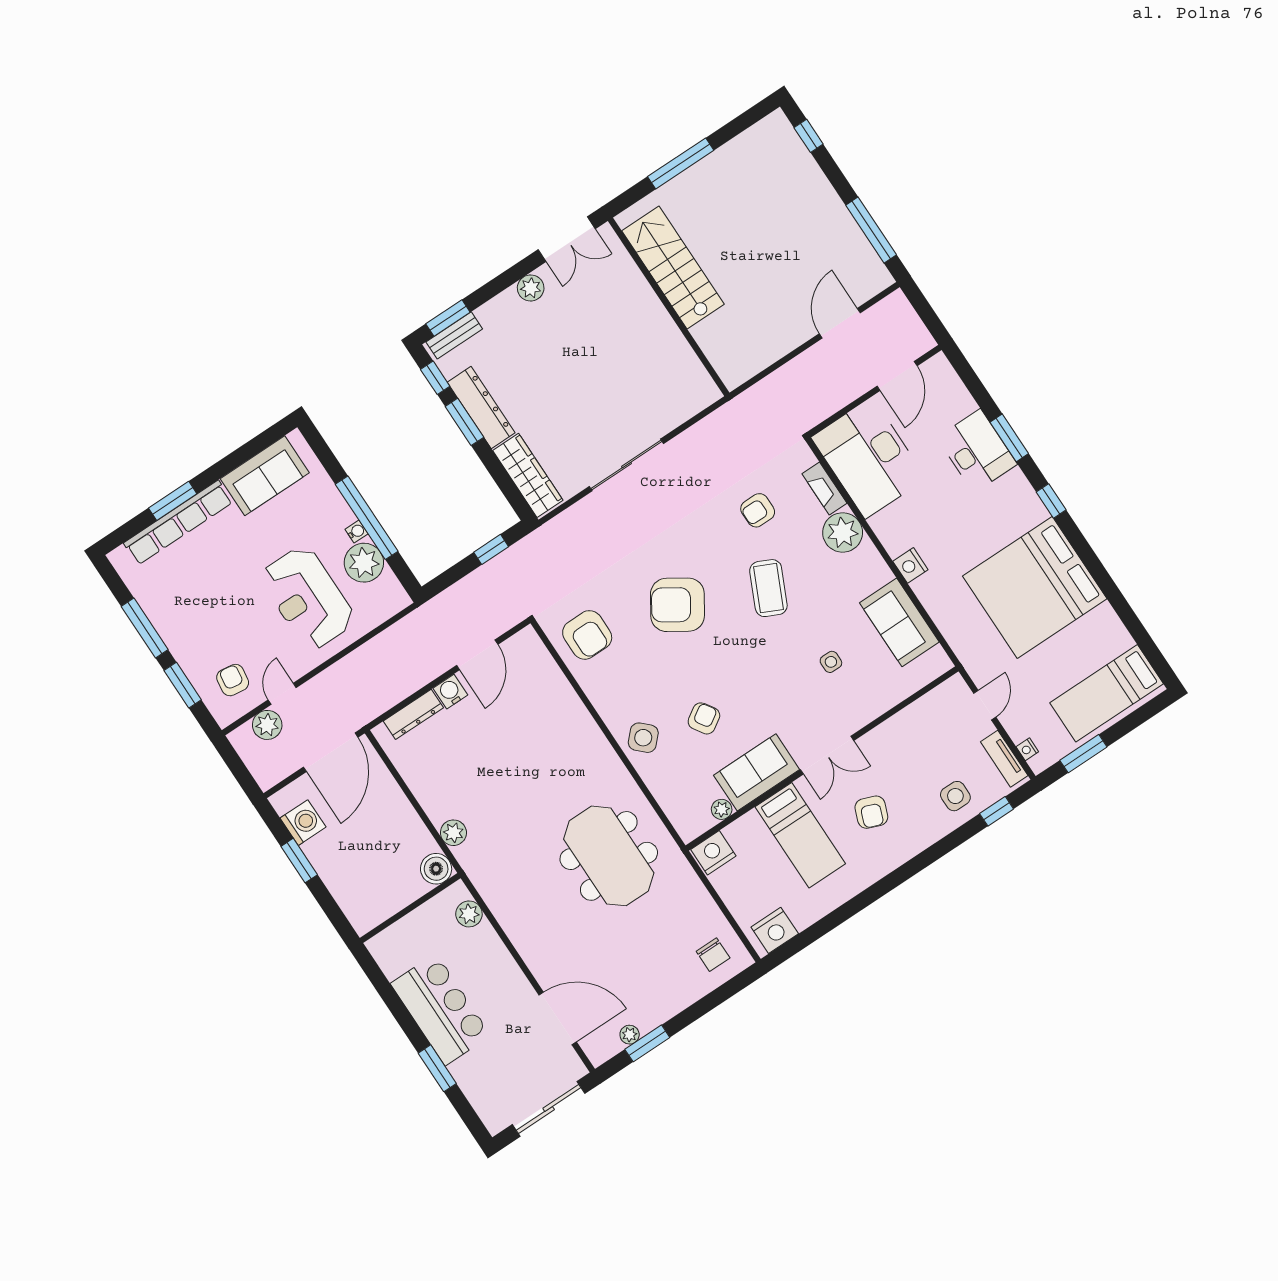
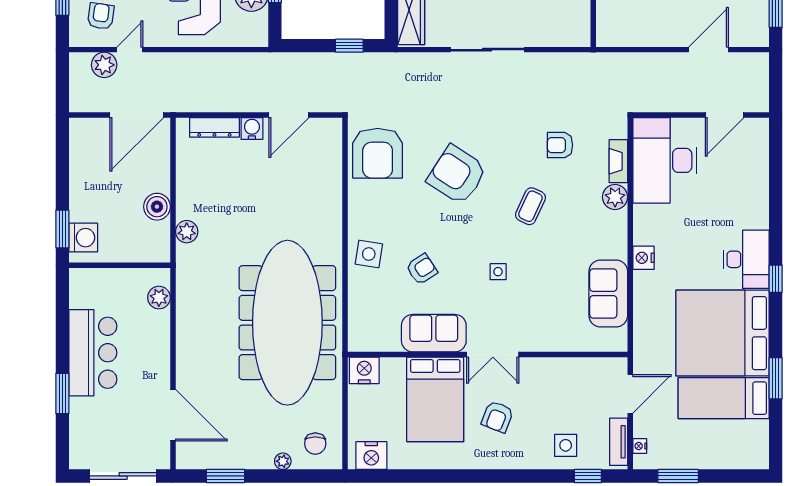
window: (1009, 438) -> (776, 378), moved
desk: (977, 451) -> (746, 259), moved
plant: (843, 532) -> (615, 197), width x0.73, depth x0.73
coffee table: (768, 588) -> (530, 206), width x0.73, depth x0.77
armchair: (587, 635) -> (378, 153), width x1.36, depth x1.36
side table: (831, 662) -> (498, 272), moved
bed: (1107, 693) -> (724, 398), moved
door: (985, 705) -> (630, 394), width x1.38
side table: (643, 738) -> (369, 254), turned -35
plant: (722, 809) -> (391, 343), removed
washing machine: (303, 823) -> (83, 238), moved
bed: (800, 835) -> (435, 399), width x1.50
meeting table: (609, 856) -> (287, 323), width x1.86, depth x1.27
window: (299, 861) -> (62, 229), moved
boiler: (436, 869) -> (157, 207), moved
plant: (630, 1035) -> (283, 461), moved

